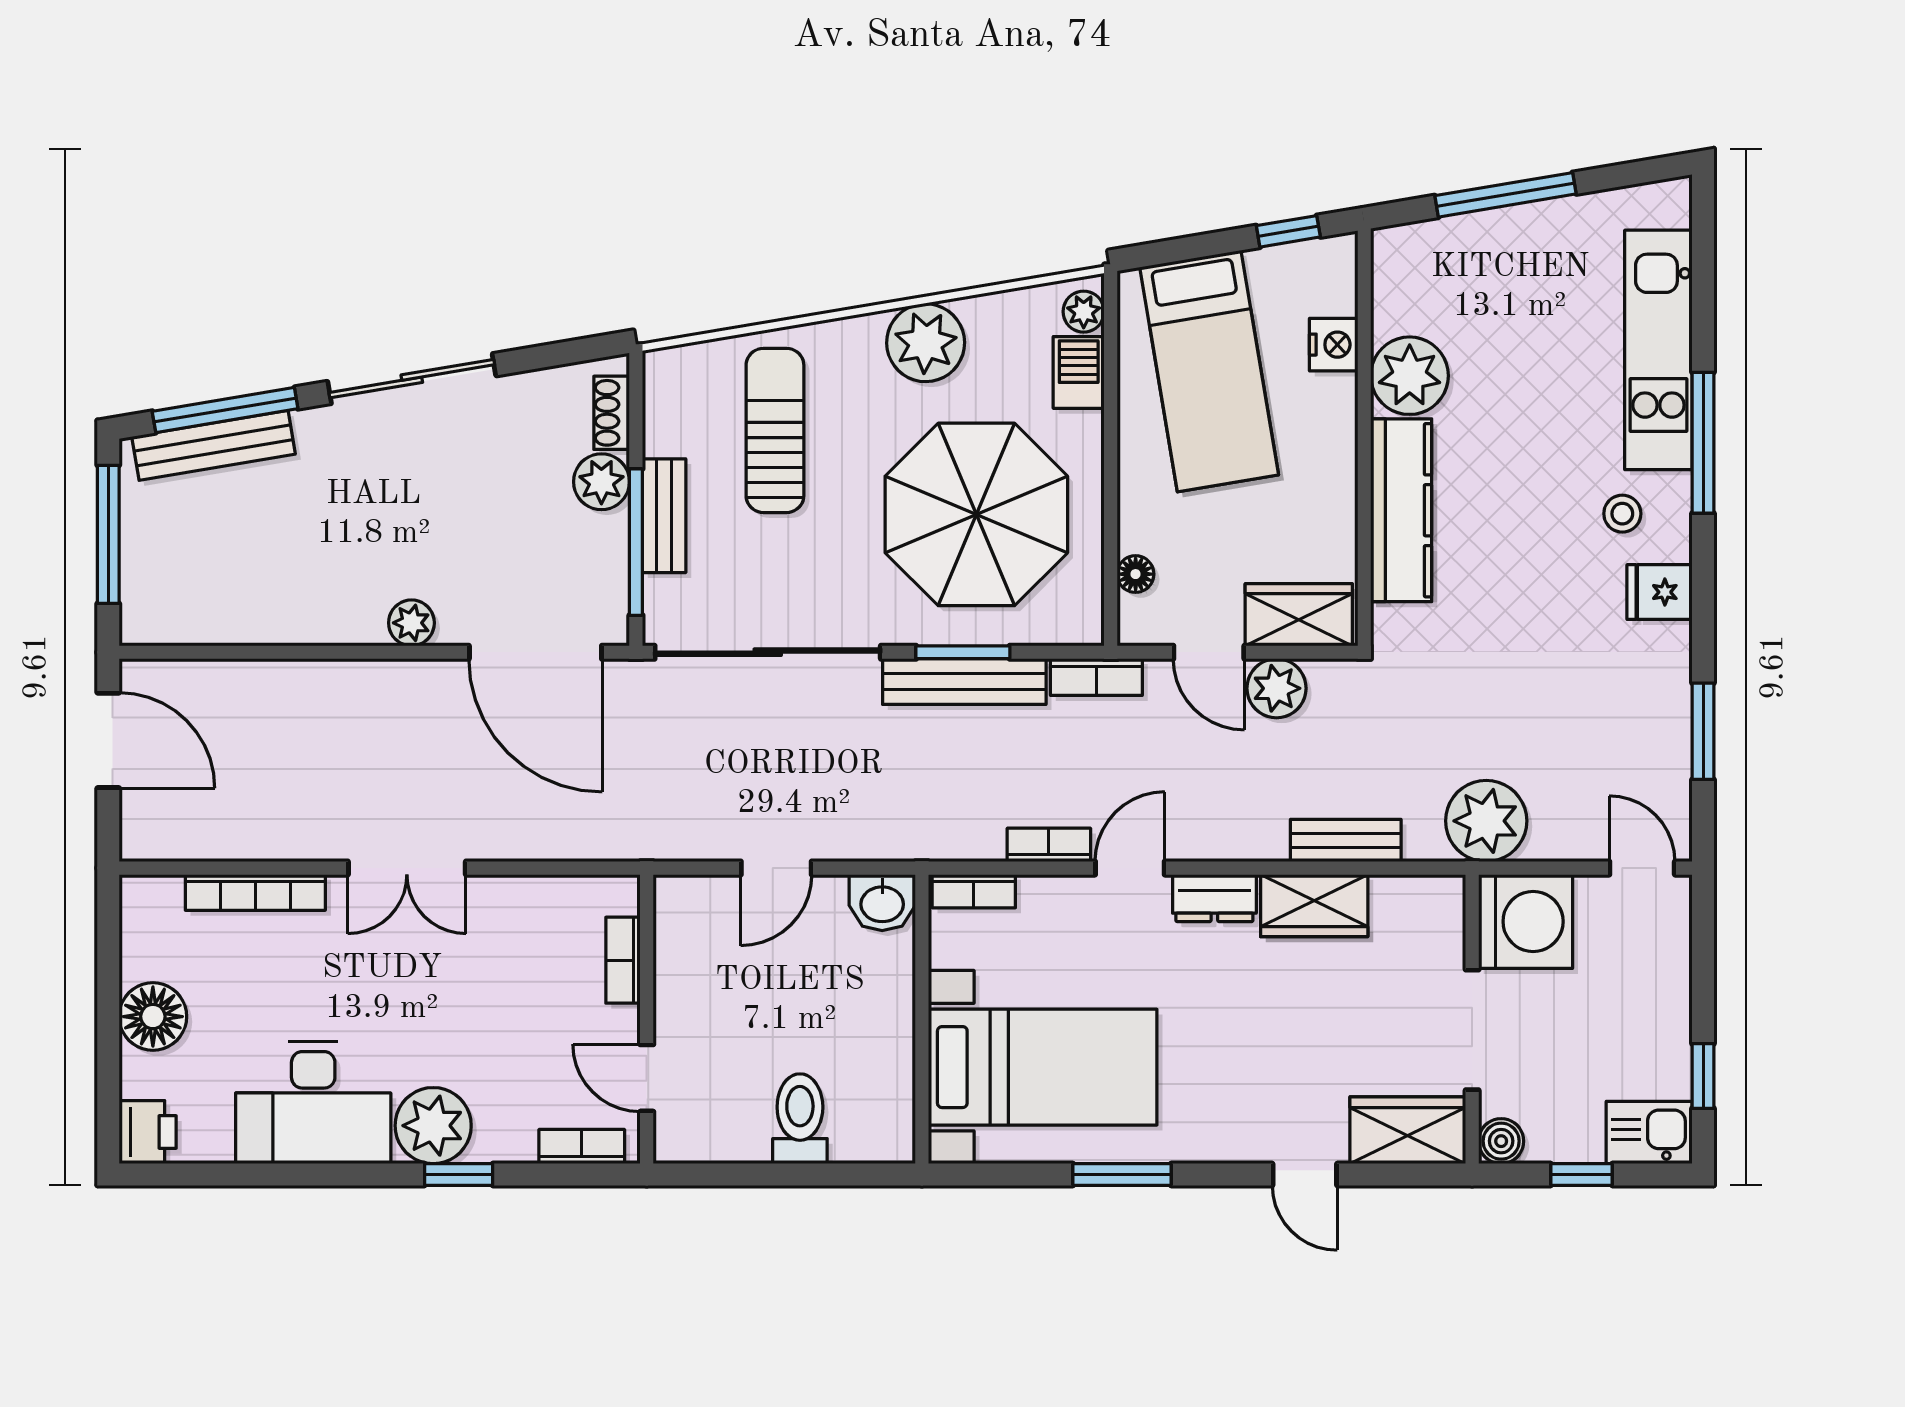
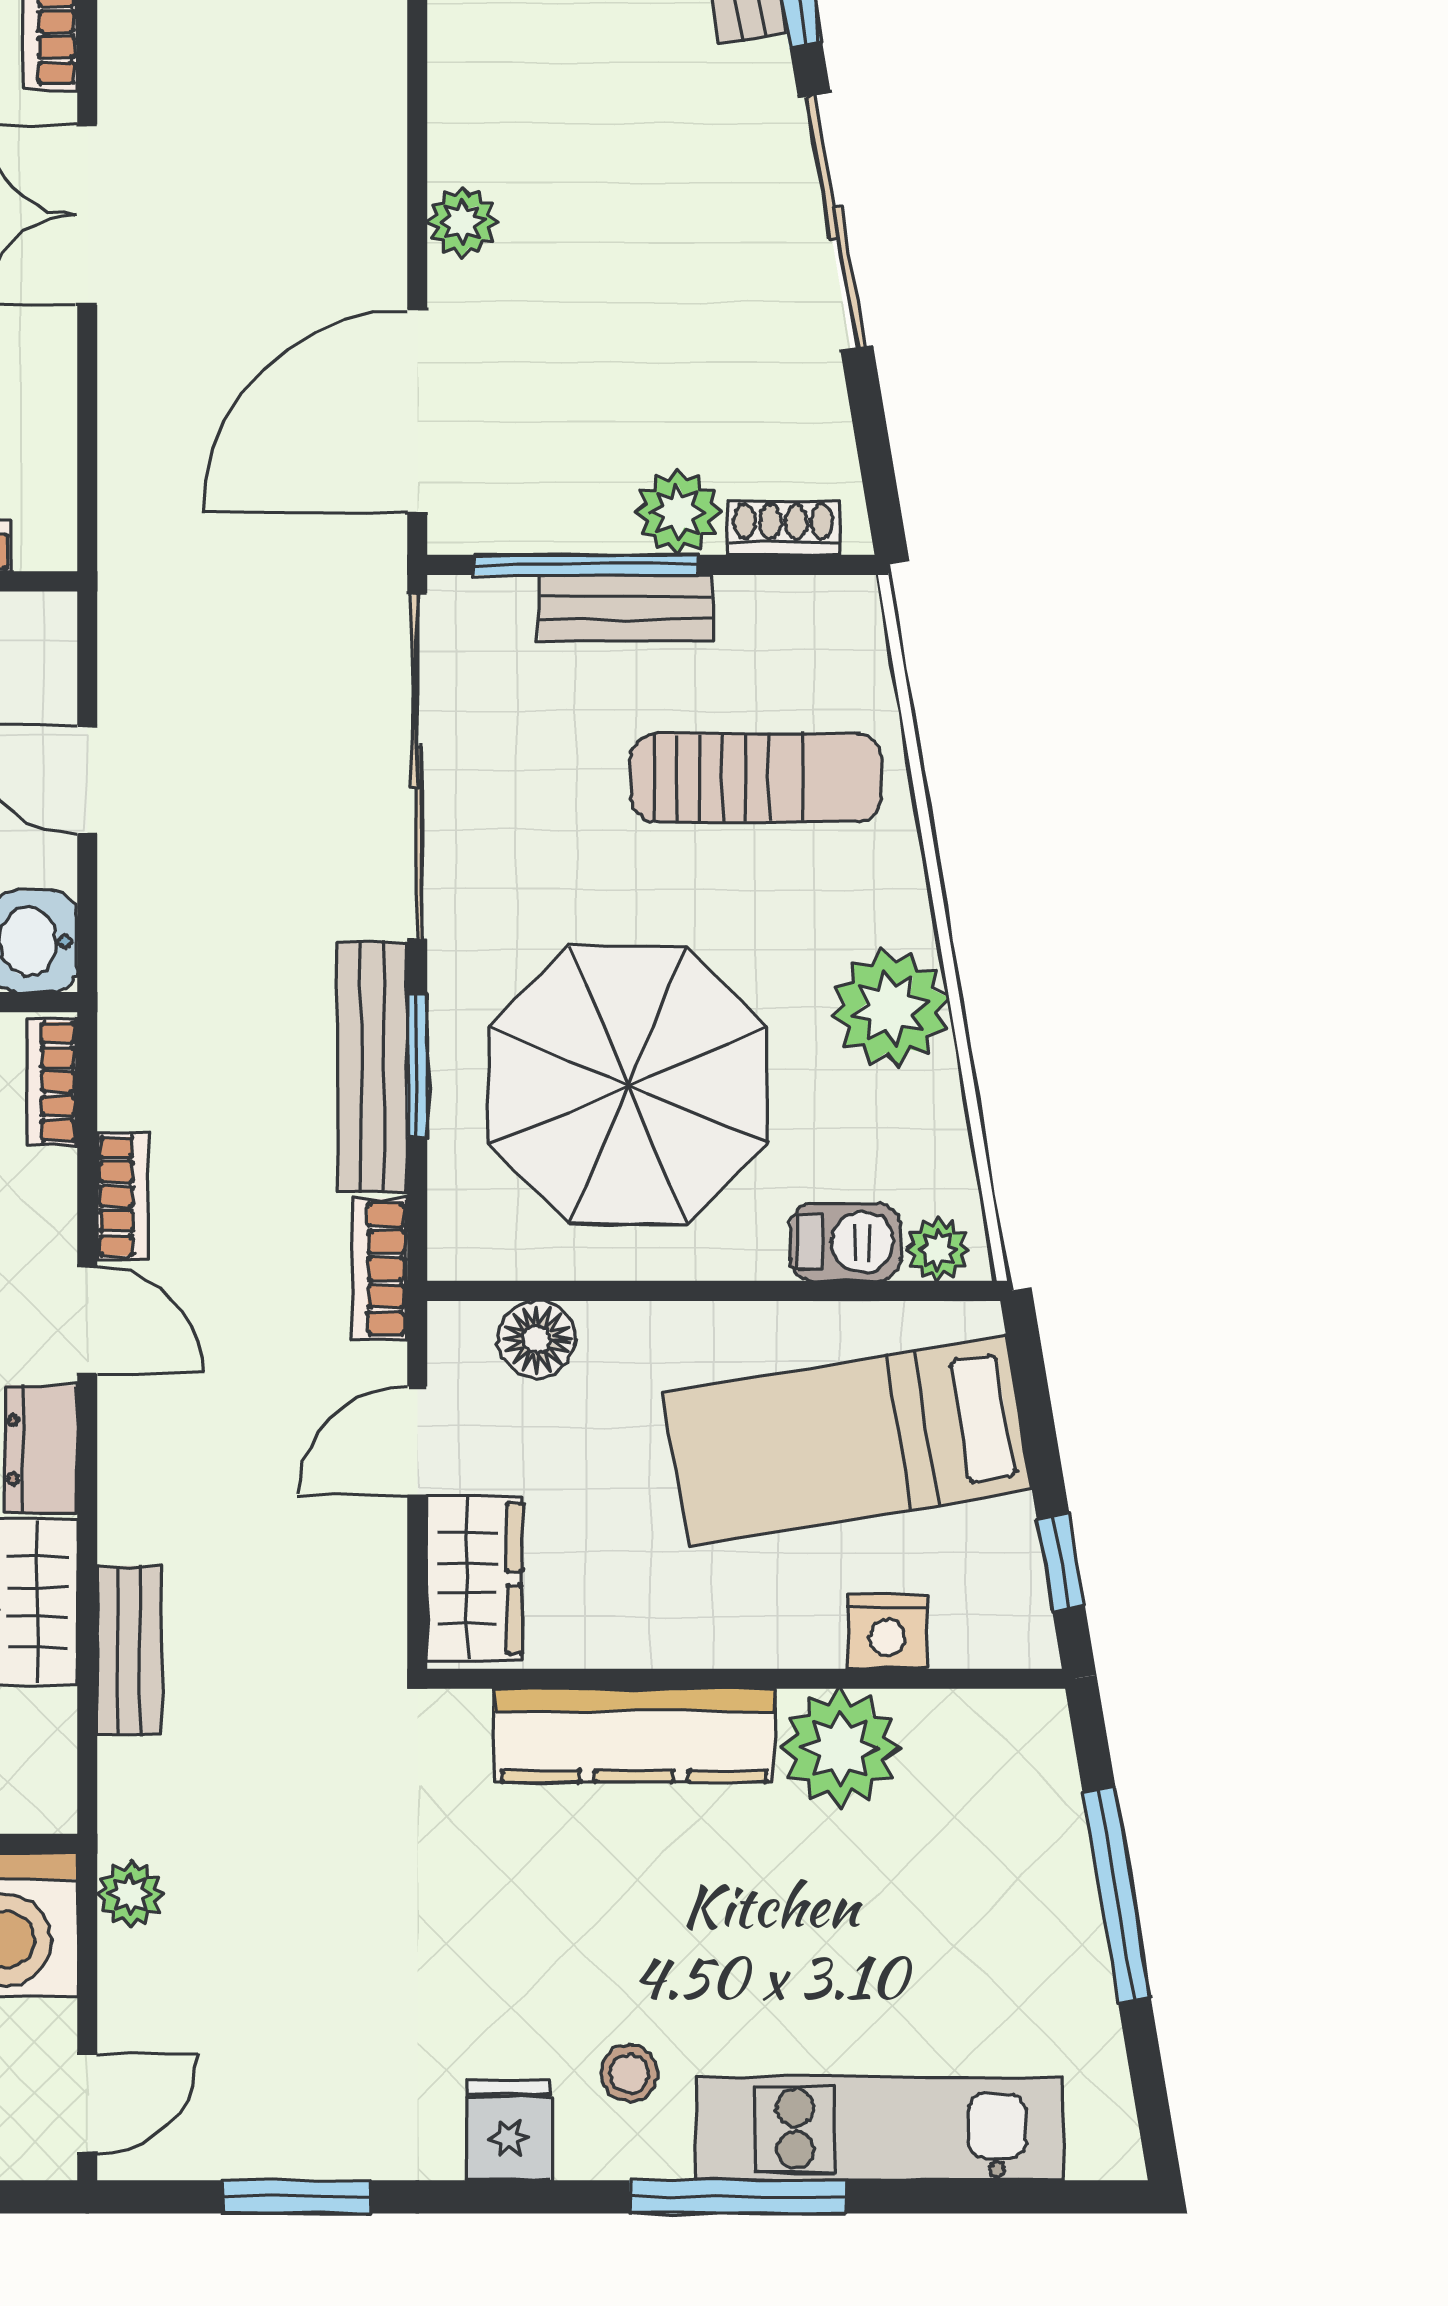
floor lamp: (1136, 574) -> (537, 1339), width x1.37, depth x1.37
plant: (1276, 688) -> (362, 1544), removed
plant: (1486, 821) -> (130, 1894), width x0.53, depth x0.53

